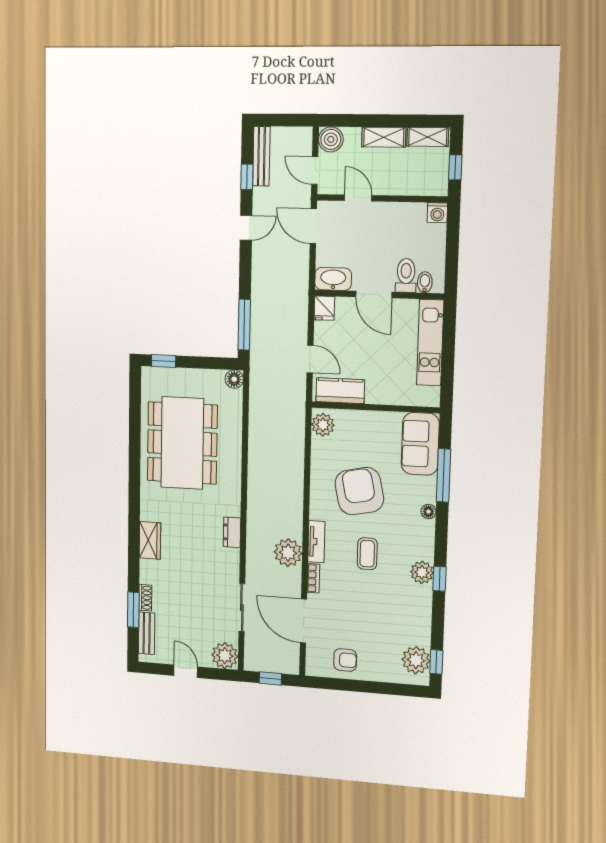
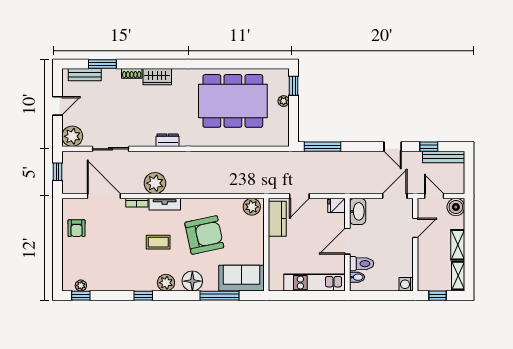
door: (315, 170) -> (434, 196), hinge flipped
plant: (183, 375) -> (284, 101), added
floor lamp: (234, 379) -> (282, 140), removed
floor lamp: (428, 512) -> (192, 281), width x1.89, depth x1.89
plant: (422, 572) -> (166, 283), moved
shoe rack: (145, 598) -> (132, 73), moved
door: (303, 621) -> (104, 196), hinge flipped
plant: (416, 660) -> (81, 286), width x0.53, depth x0.53

